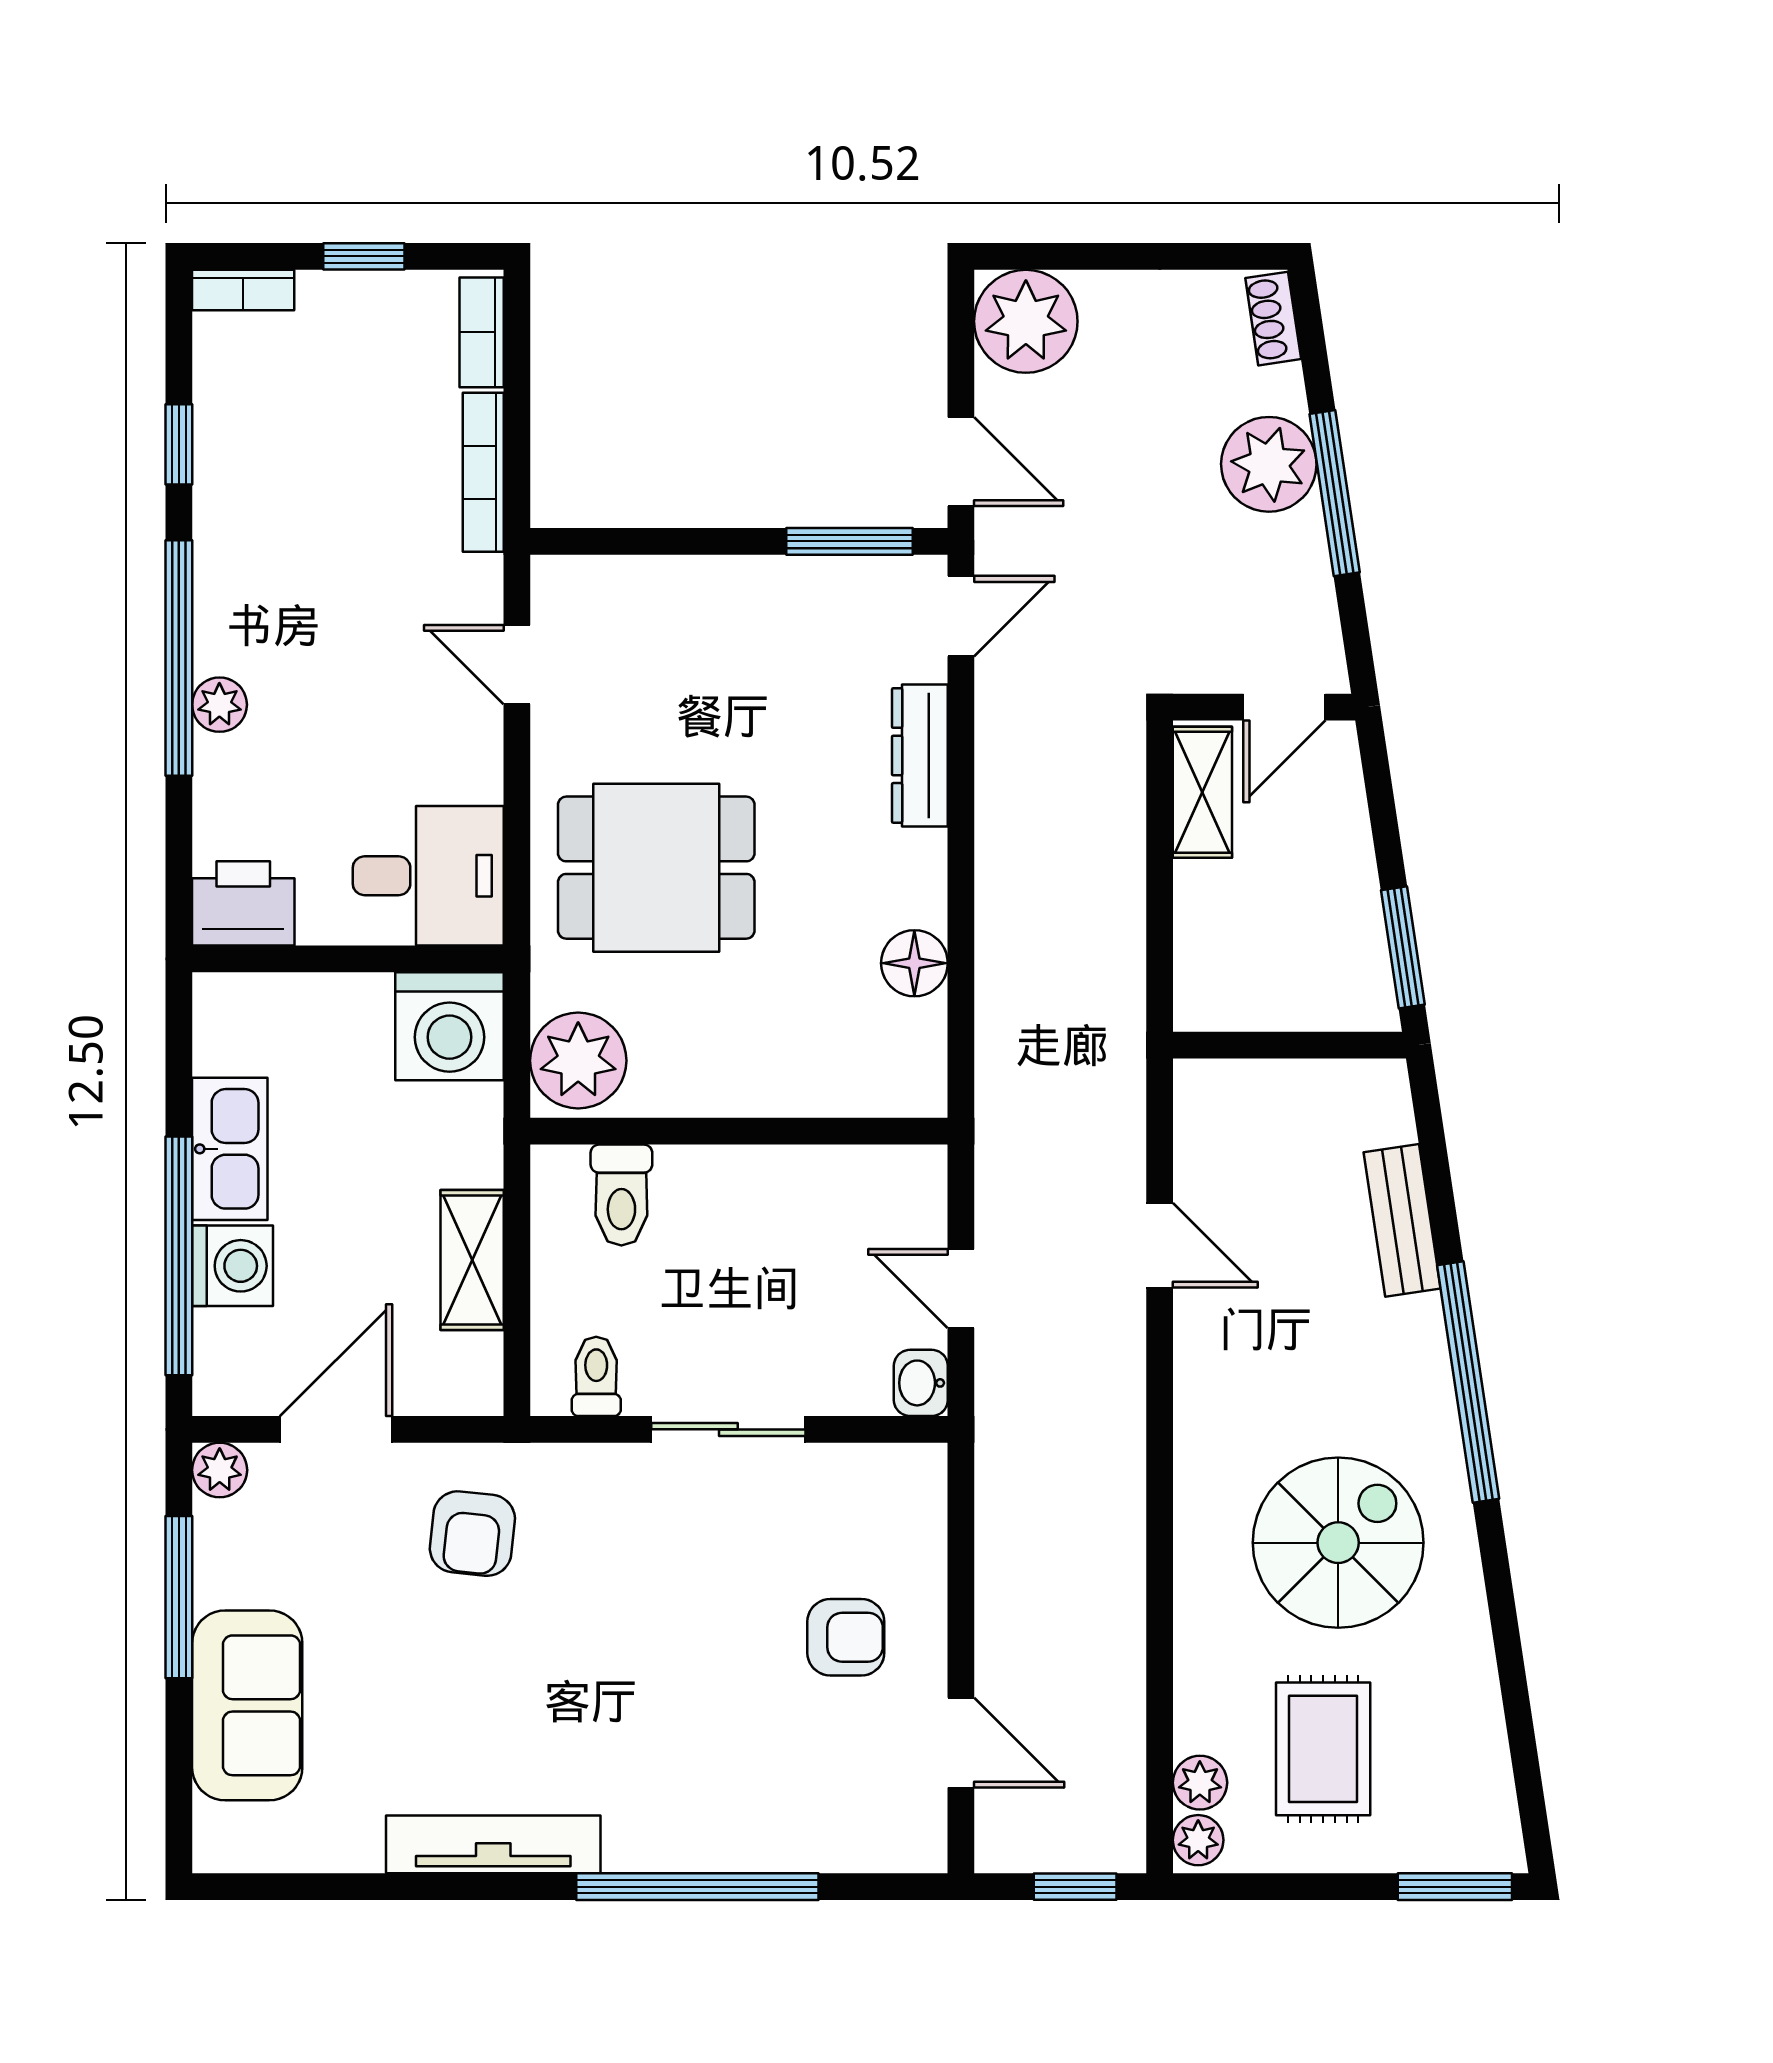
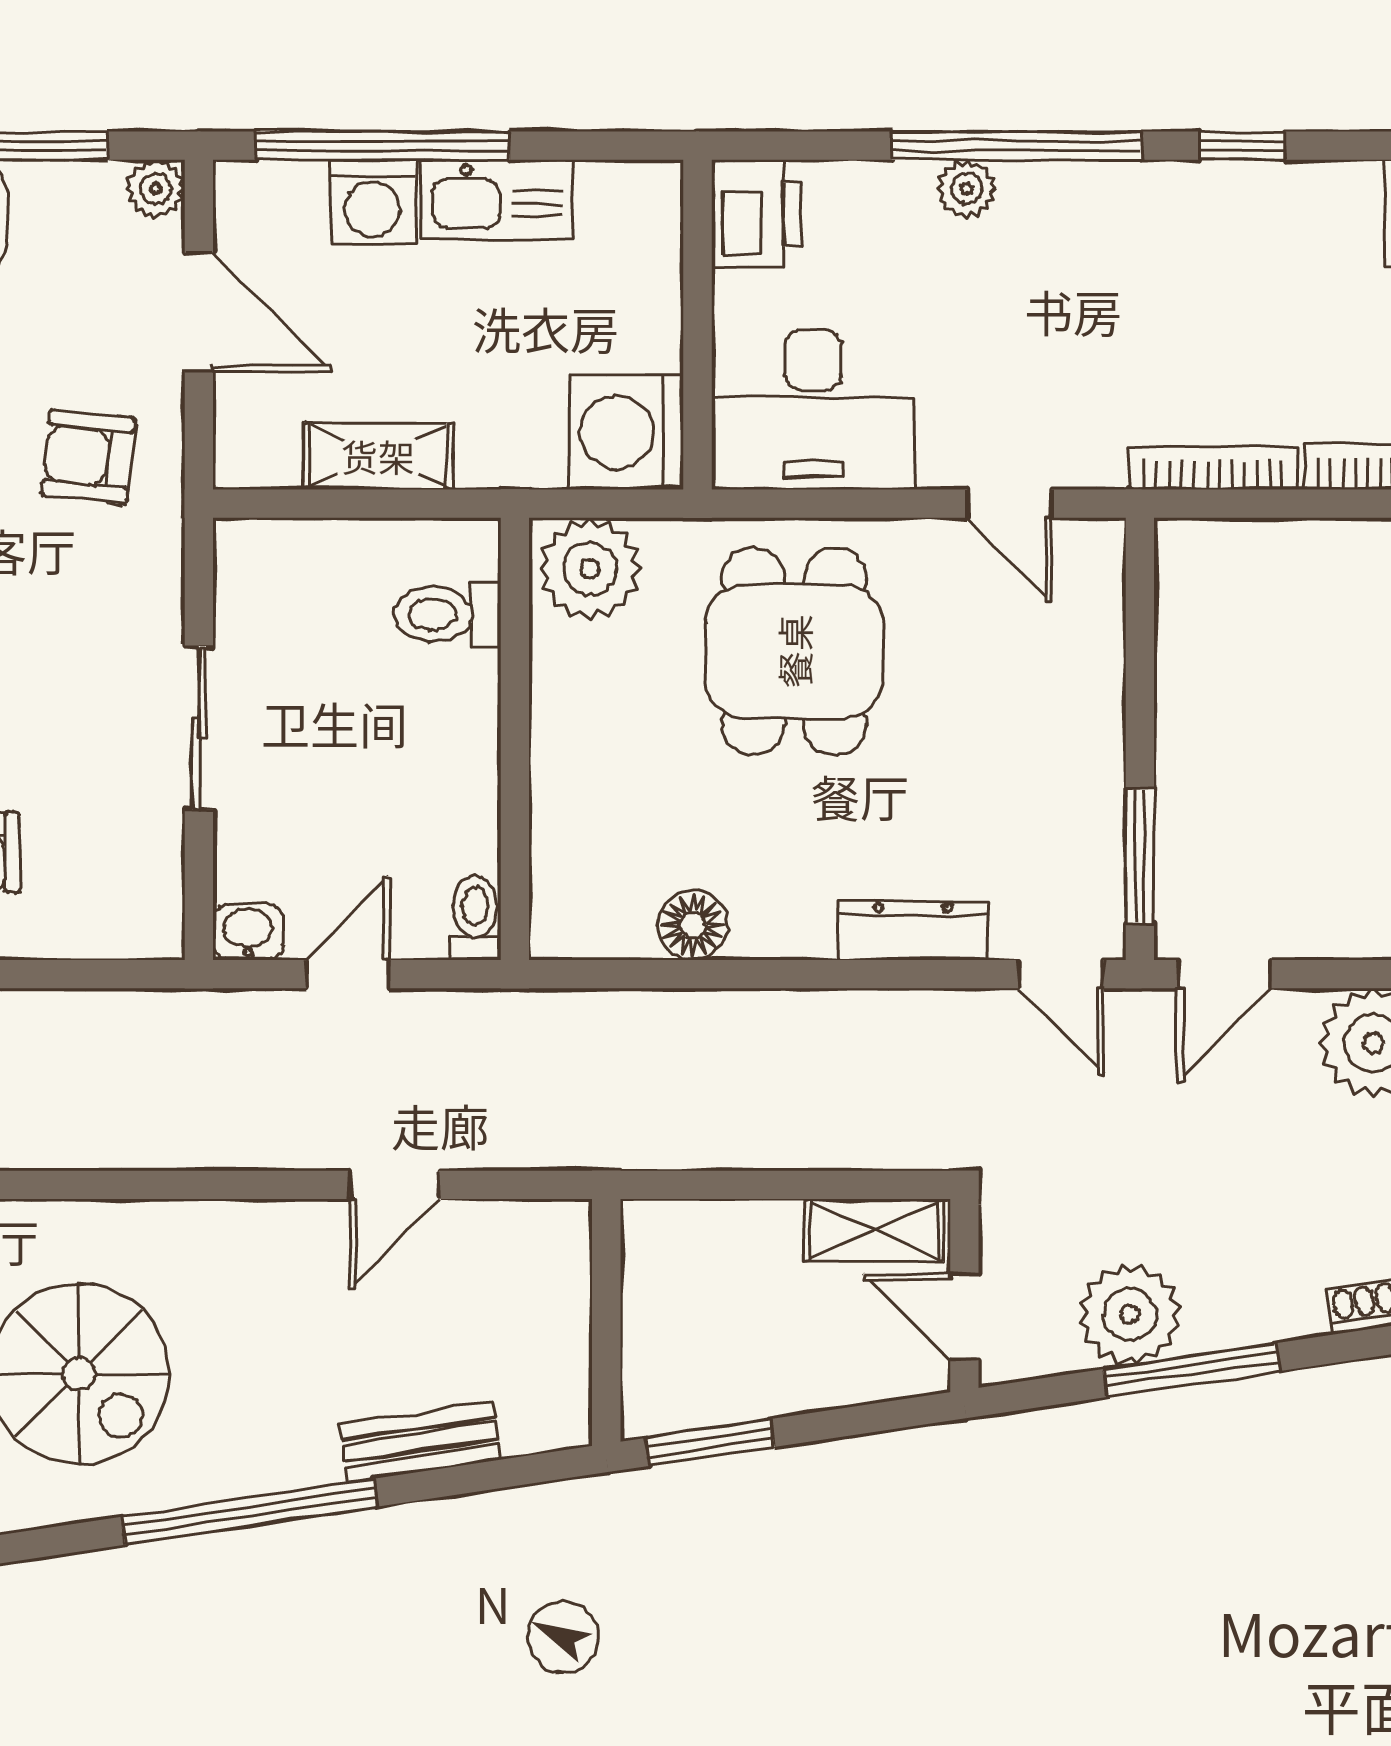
plant: (1269, 464) -> (1130, 1314), moved
door: (517, 665) -> (1009, 504), swing flipped
desk: (428, 876) -> (813, 410), width x1.37
toilet: (596, 1376) -> (475, 918), moved, turned -90

